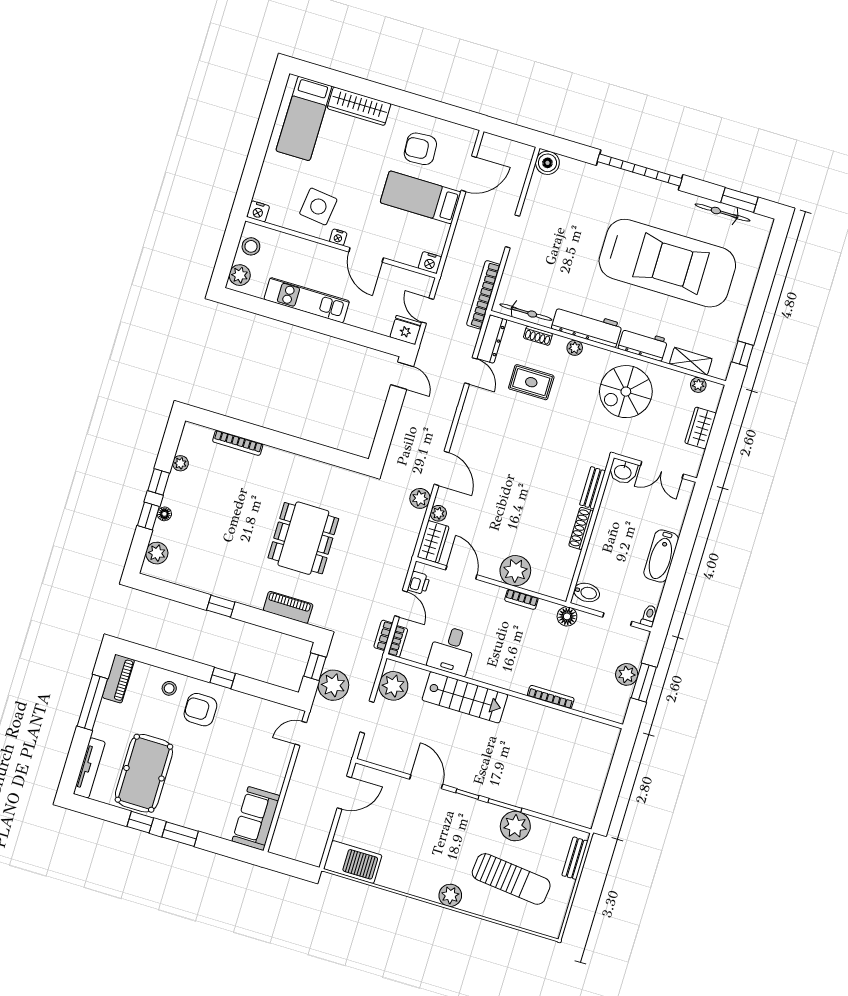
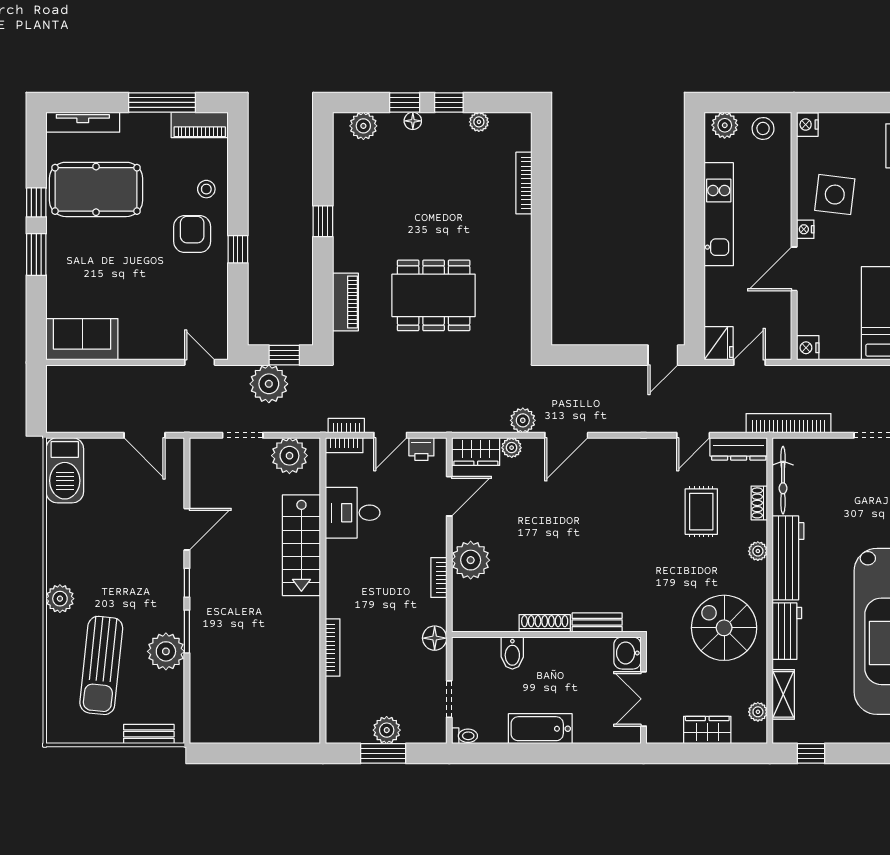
bidet: (587, 592) -> (512, 653), moved

